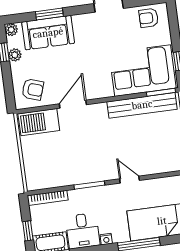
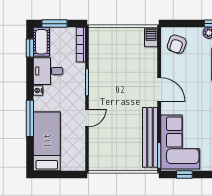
door: (73, 104) -> (159, 90), moved
barbecue: (39, 122) -> (151, 38), width x0.53, depth x0.65
window: (28, 231) -> (54, 24), width x1.50

